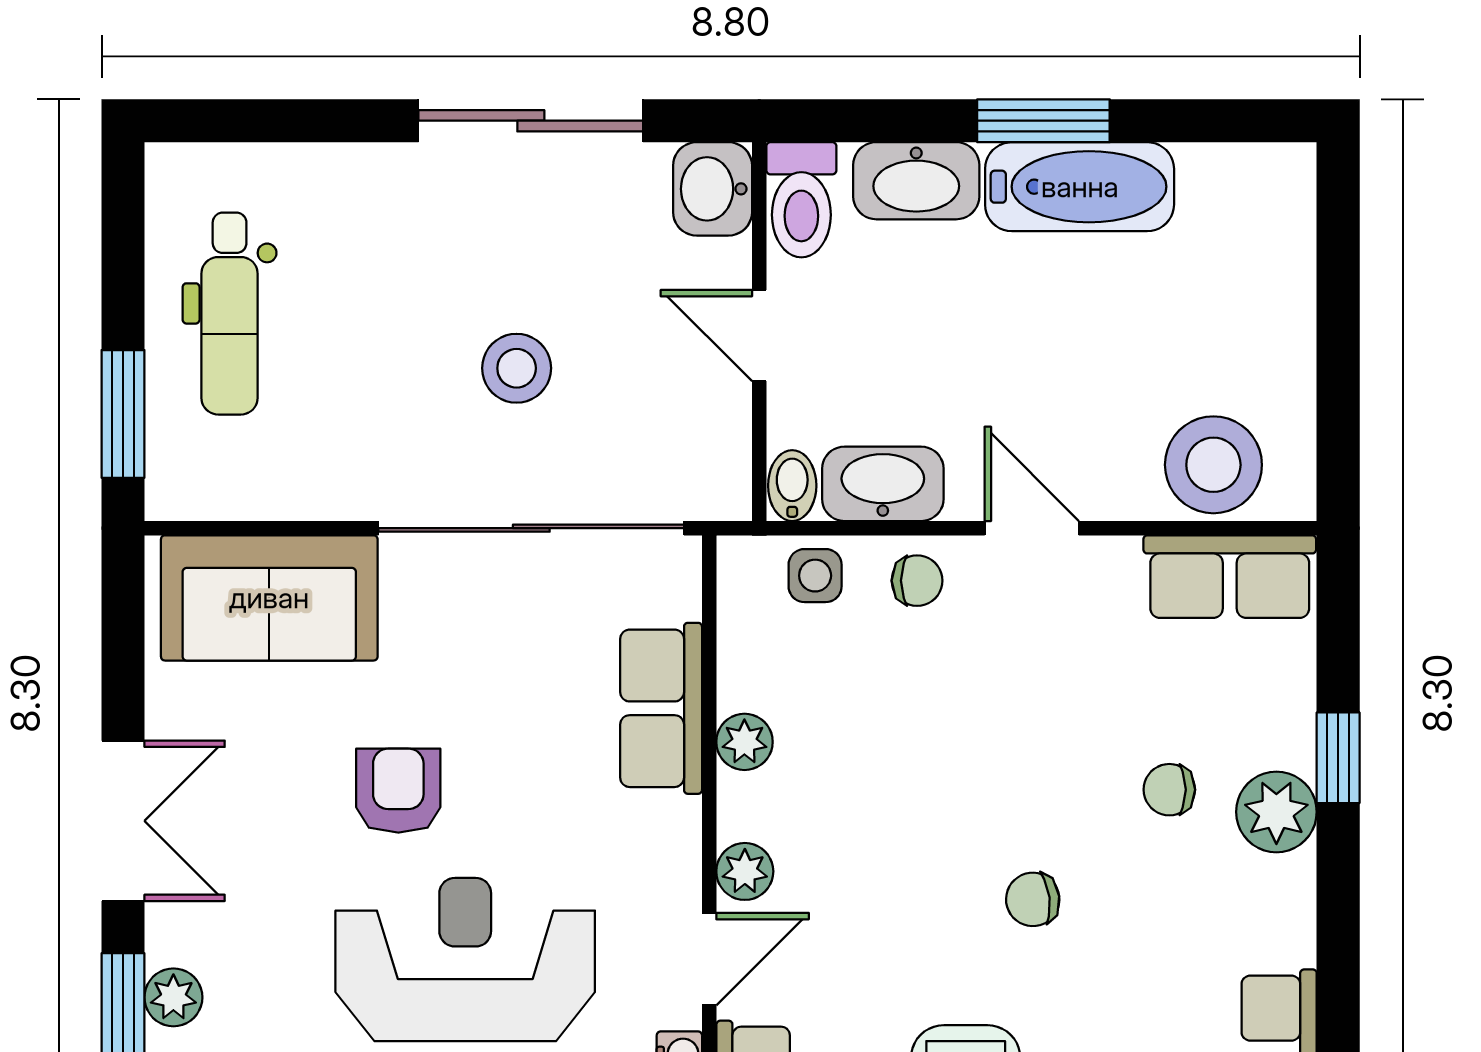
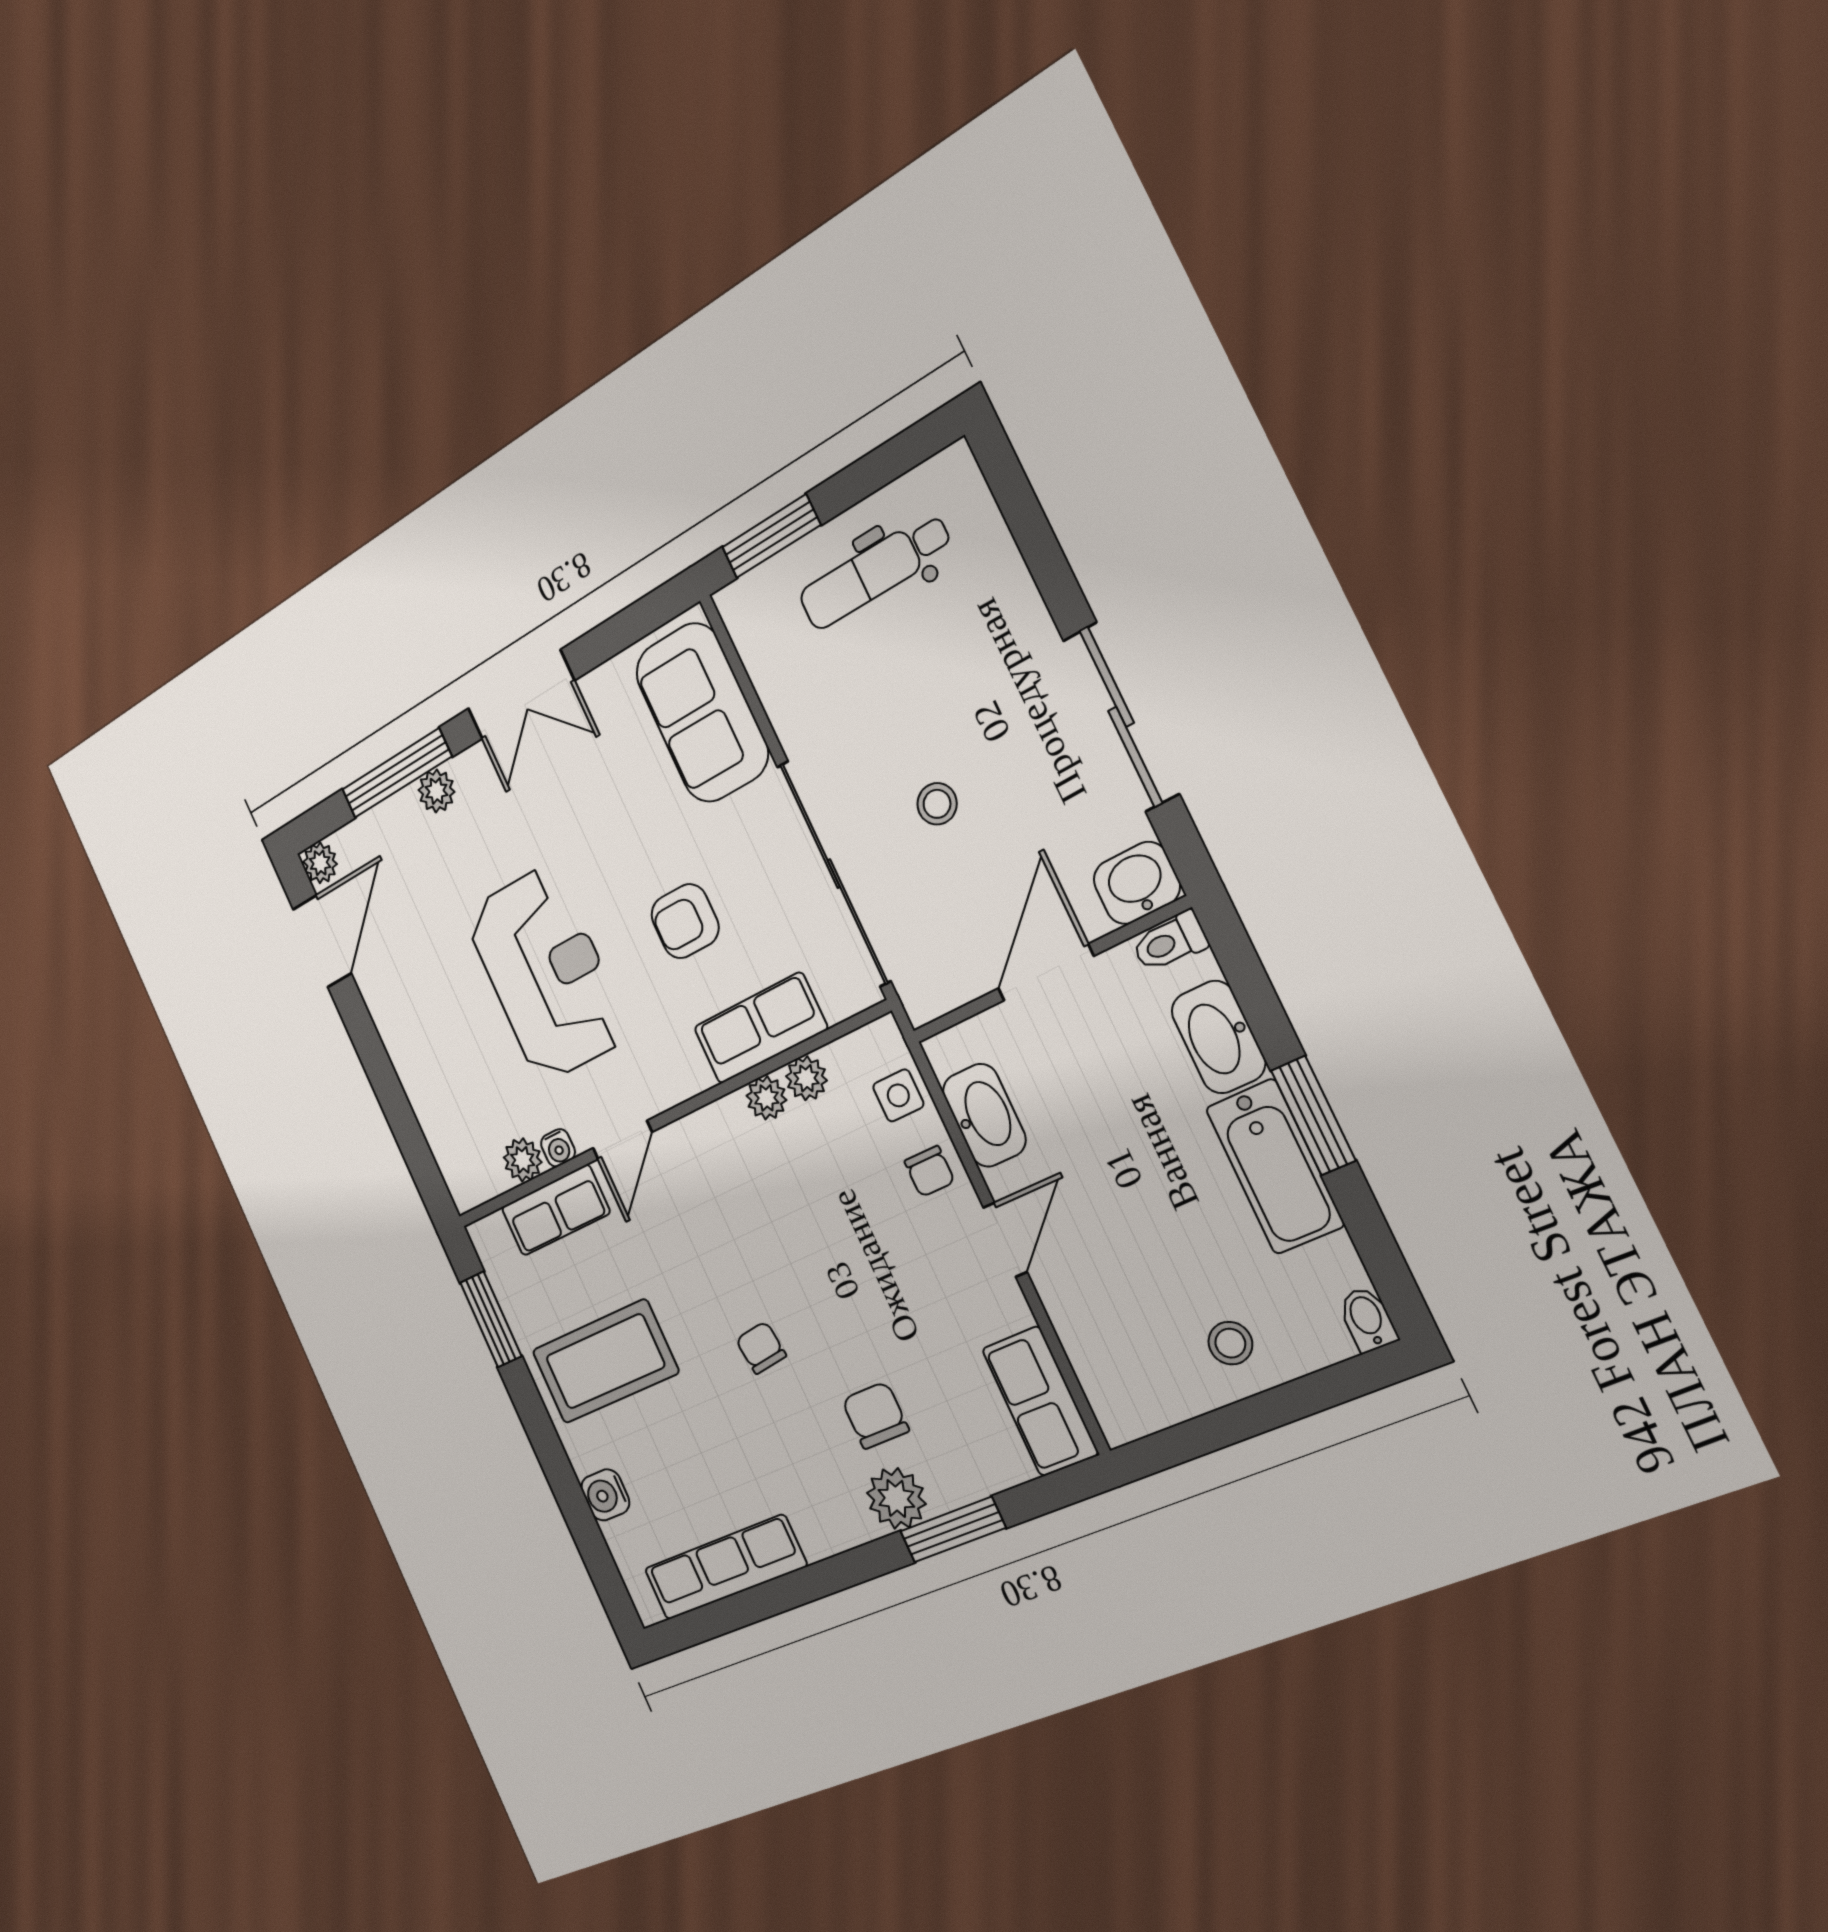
toilet: (801, 200) -> (1170, 942), width x0.73, depth x0.72
door: (759, 336) -> (1046, 972), width x1.38
stool: (517, 368) -> (937, 804), width x0.73, depth x0.73
stool: (1213, 465) -> (1230, 1343), moved, width x0.53, depth x0.53
bidet: (792, 486) -> (1368, 1319), moved, turned -90
window: (1338, 758) -> (953, 1530), width x1.50
chair: (1169, 790) -> (875, 1415), width x1.37, depth x1.37
armchair: (398, 791) -> (685, 921), moved, turned 180
plant: (745, 871) -> (806, 1078), moved
door: (709, 959) -> (622, 1140), hinge flipped

